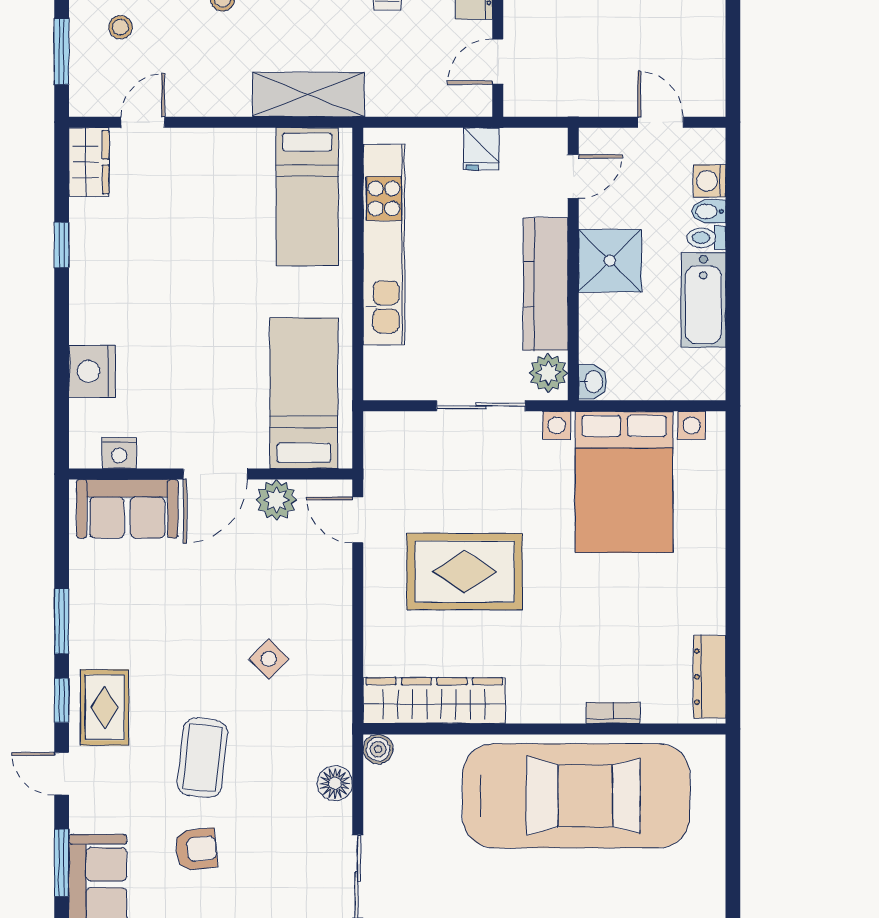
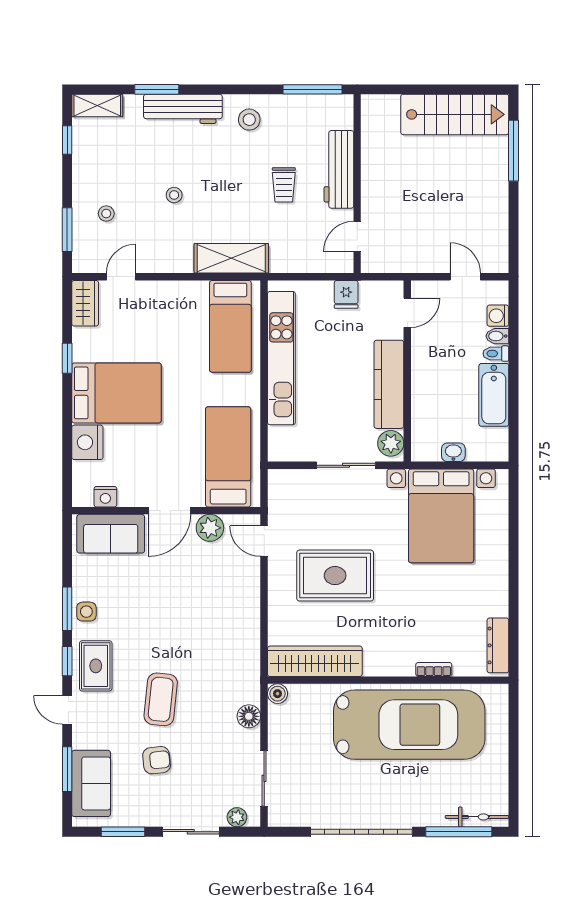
shower: (610, 261) -> (432, 369), removed
bed: (136, 297) -> (116, 393), added
washbasin: (593, 382) -> (453, 452), moved, turned -90
side table: (269, 659) -> (86, 612), moved, turned 45

